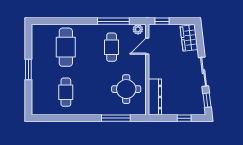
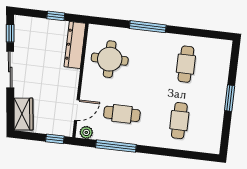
cafe table: (66, 47) -> (179, 121), width x0.73, depth x0.74
cafe table: (112, 47) -> (122, 114), turned 90
window: (116, 118) -> (148, 27), moved
window: (184, 118) -> (56, 16), moved

